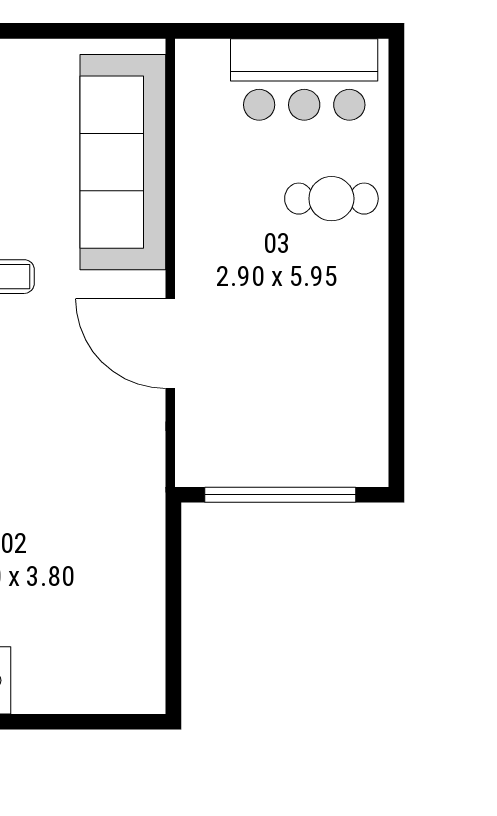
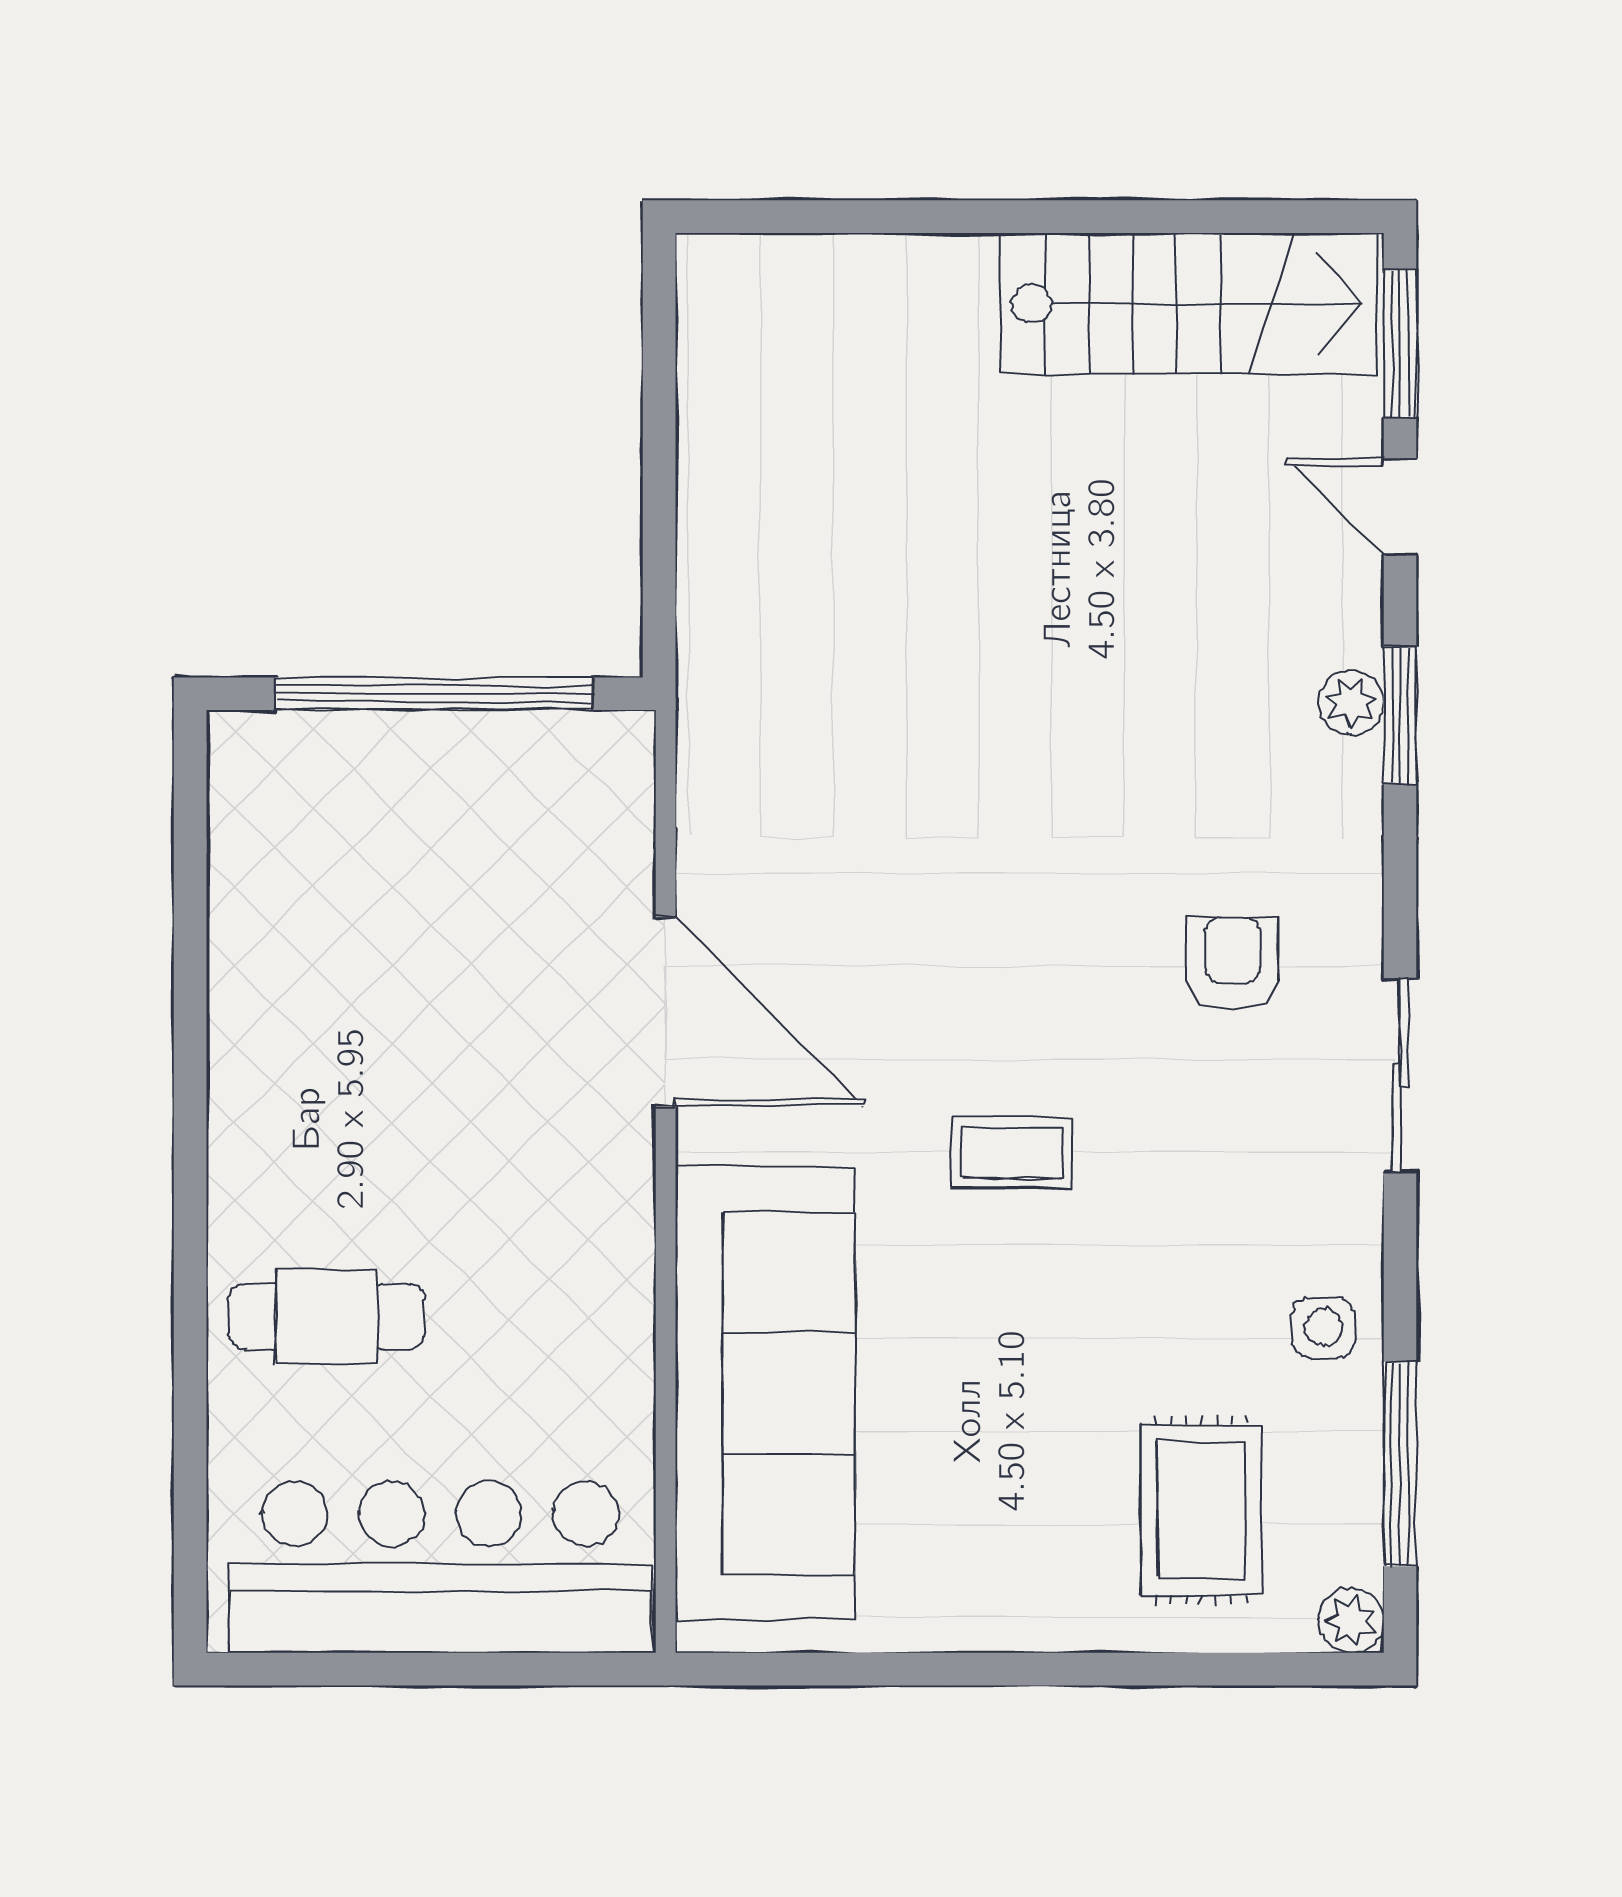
bar counter: (304, 79) -> (440, 1567), width x1.36

